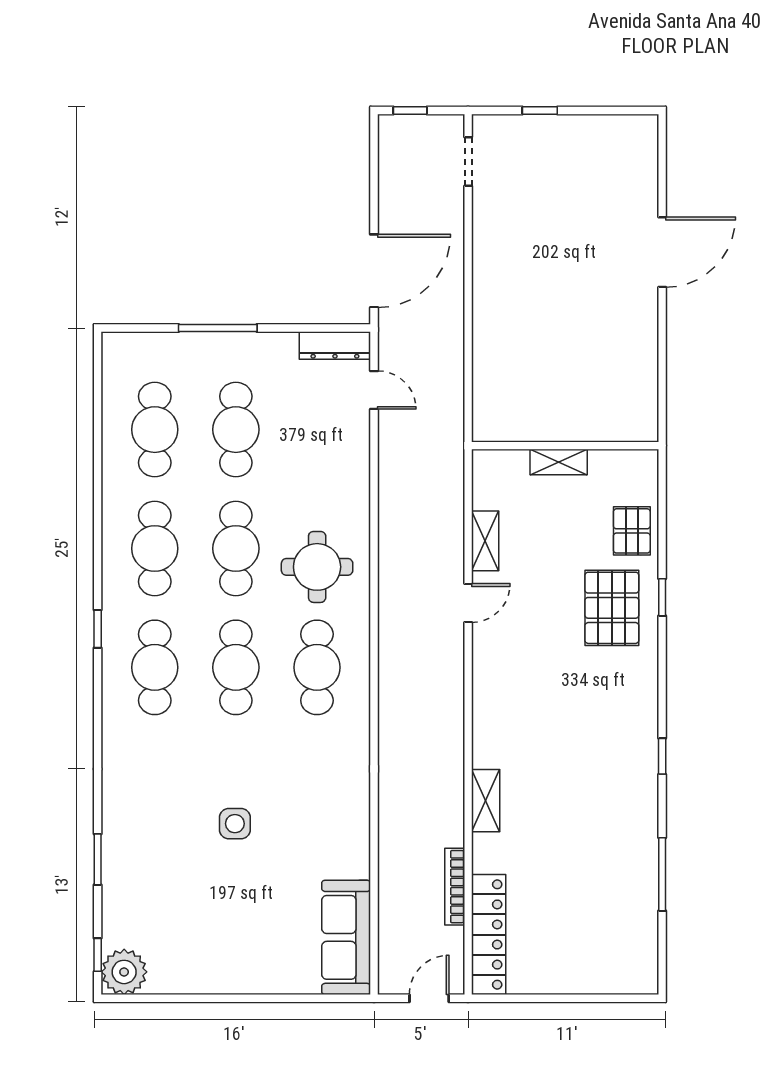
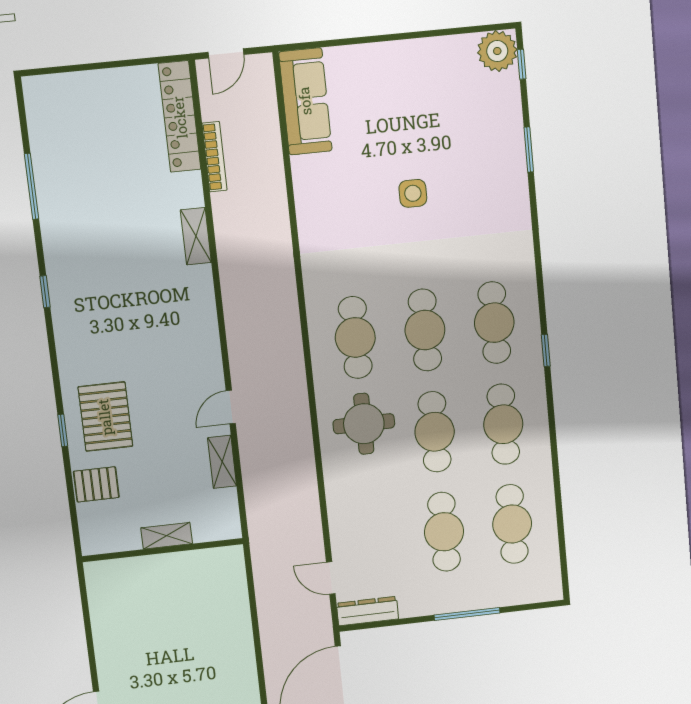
pallet: (632, 531) -> (96, 484), turned 90

